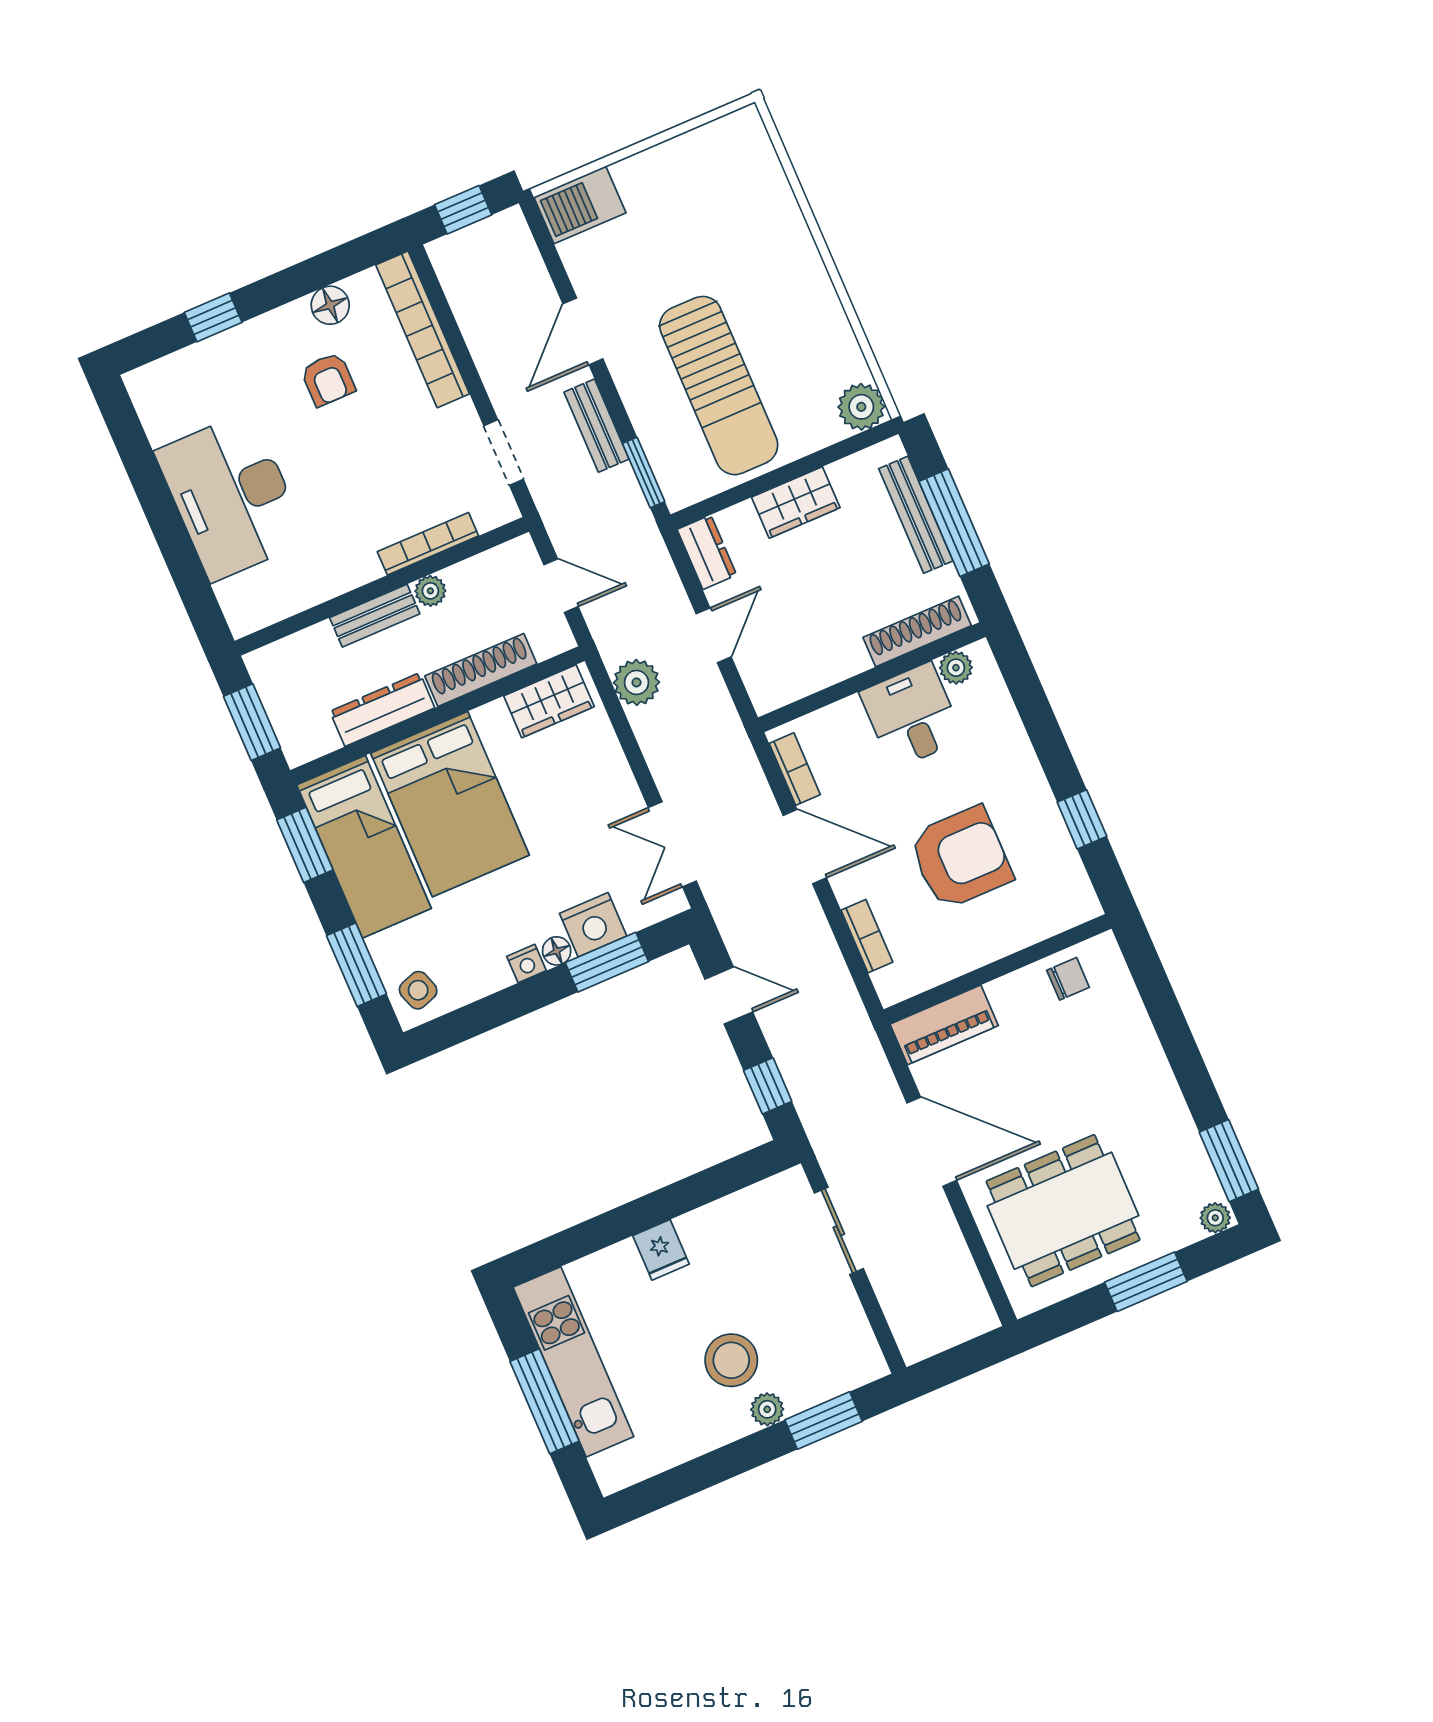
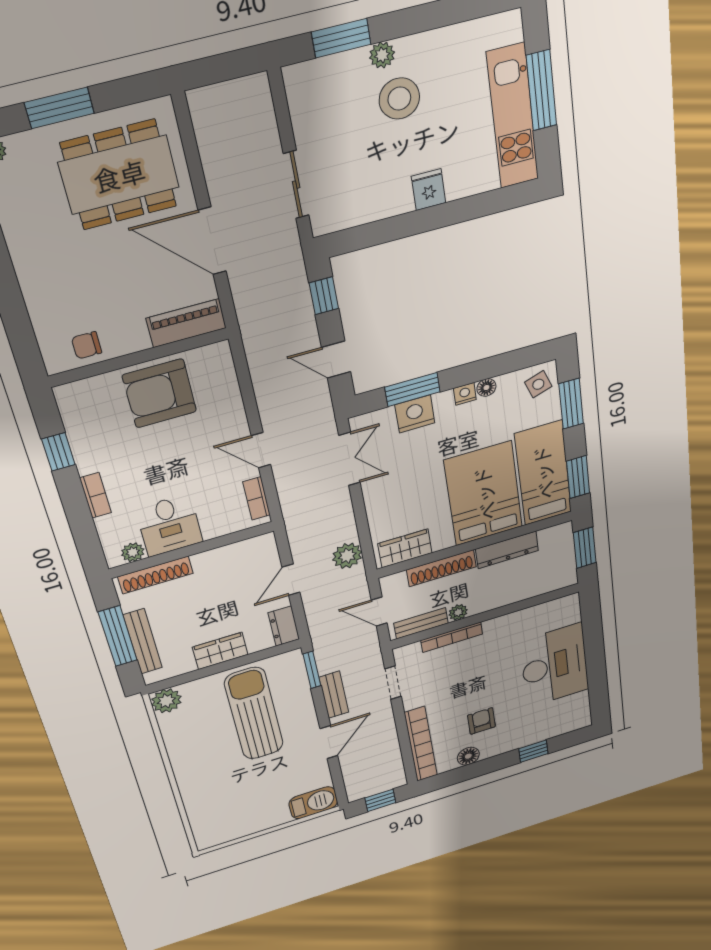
bench: (375, 616) -> (421, 623), moved
door: (805, 847) -> (261, 450), width x0.73
armchair: (961, 858) -> (160, 393), moved
bookcase: (867, 936) -> (96, 495), moved, turned 180
floor lamp: (557, 951) -> (486, 388), moved

